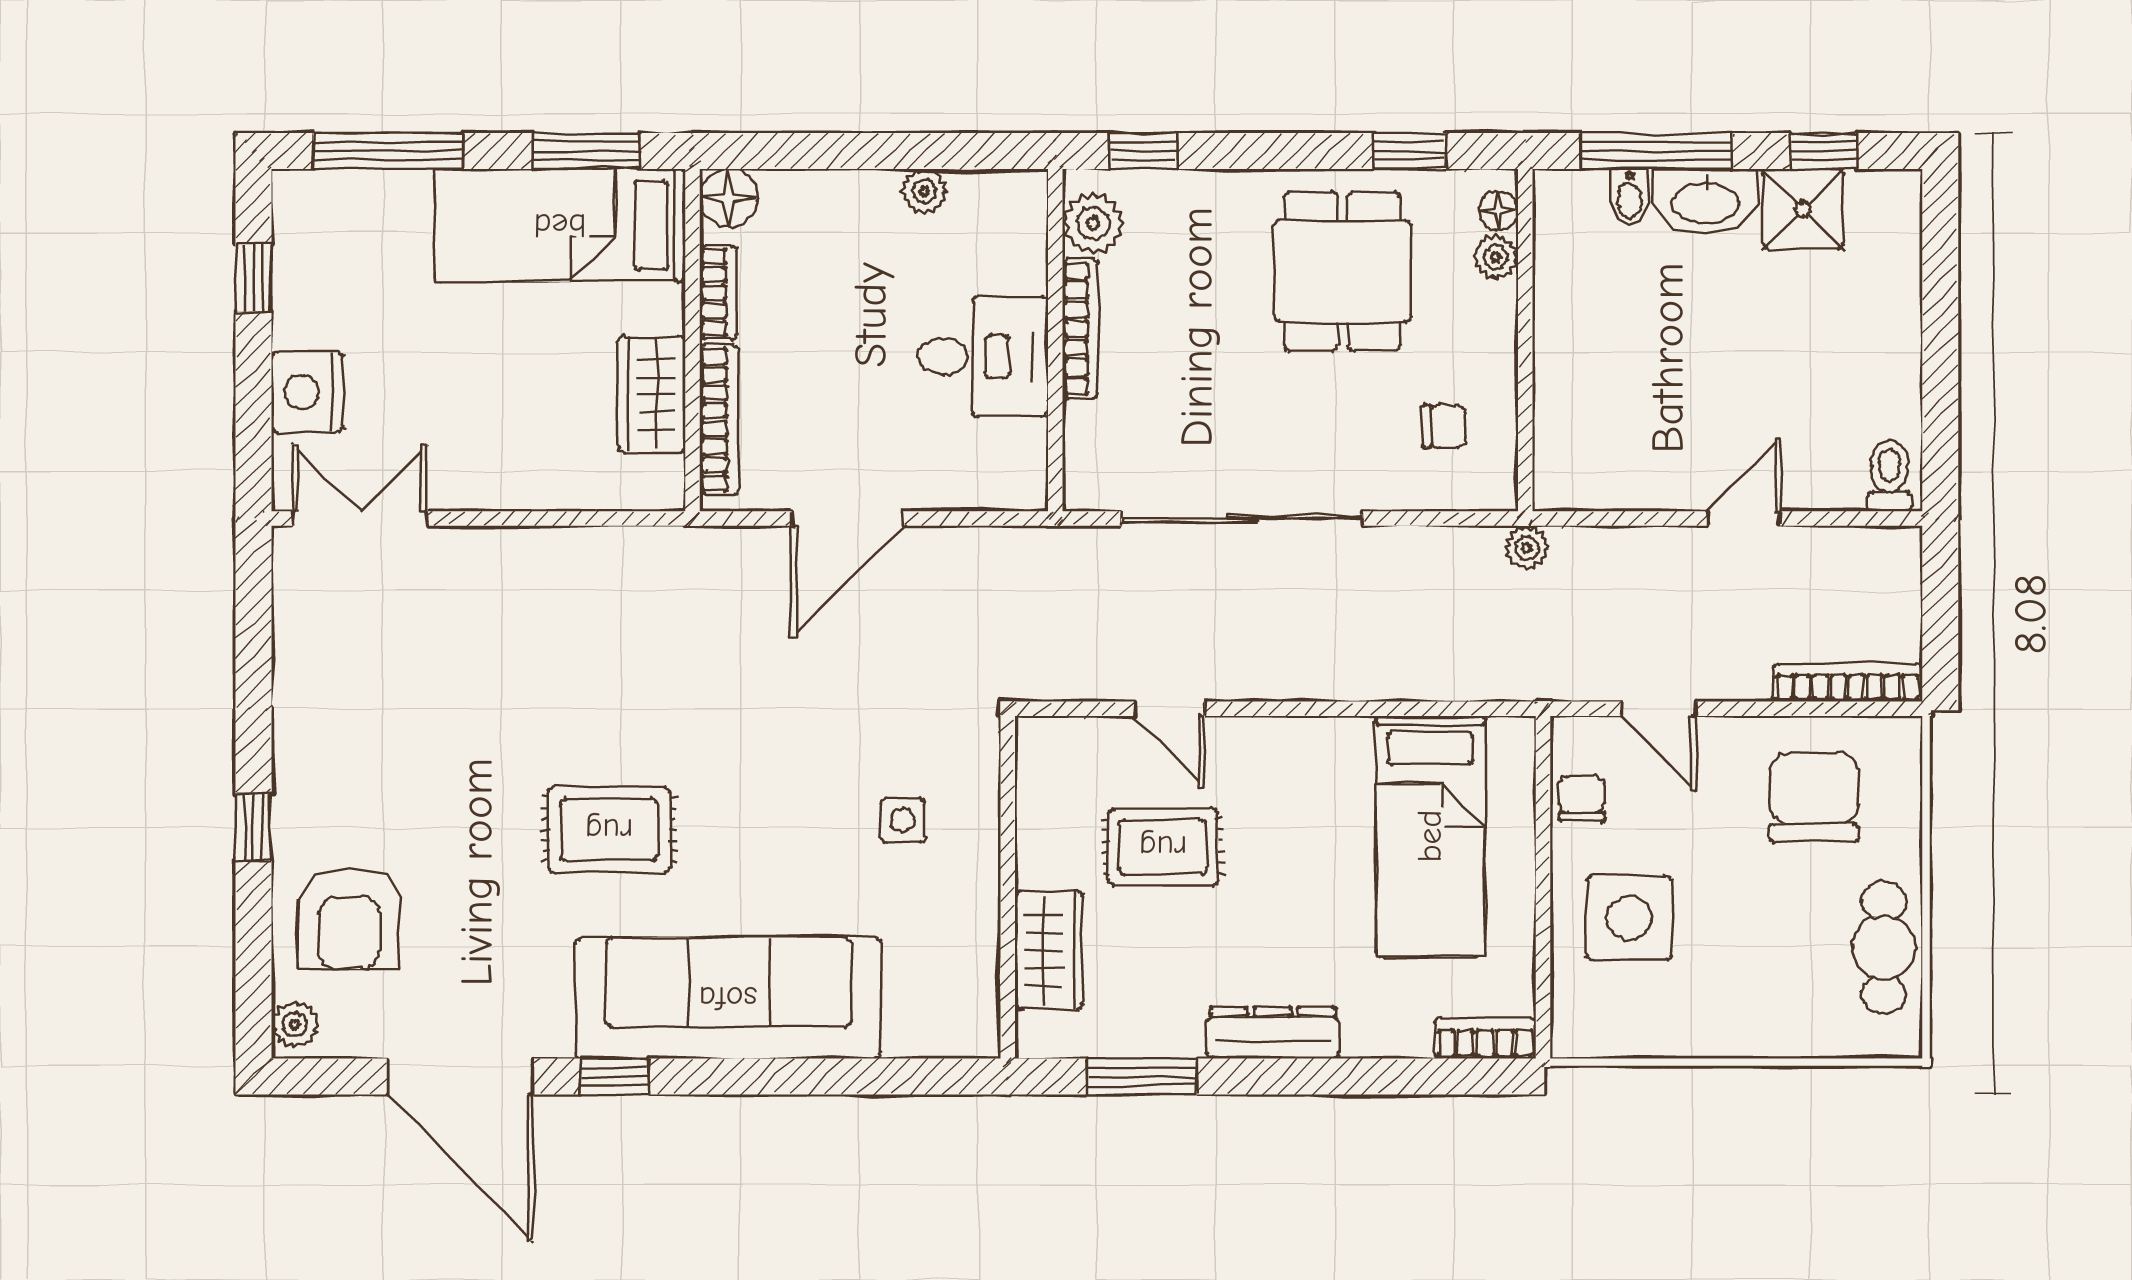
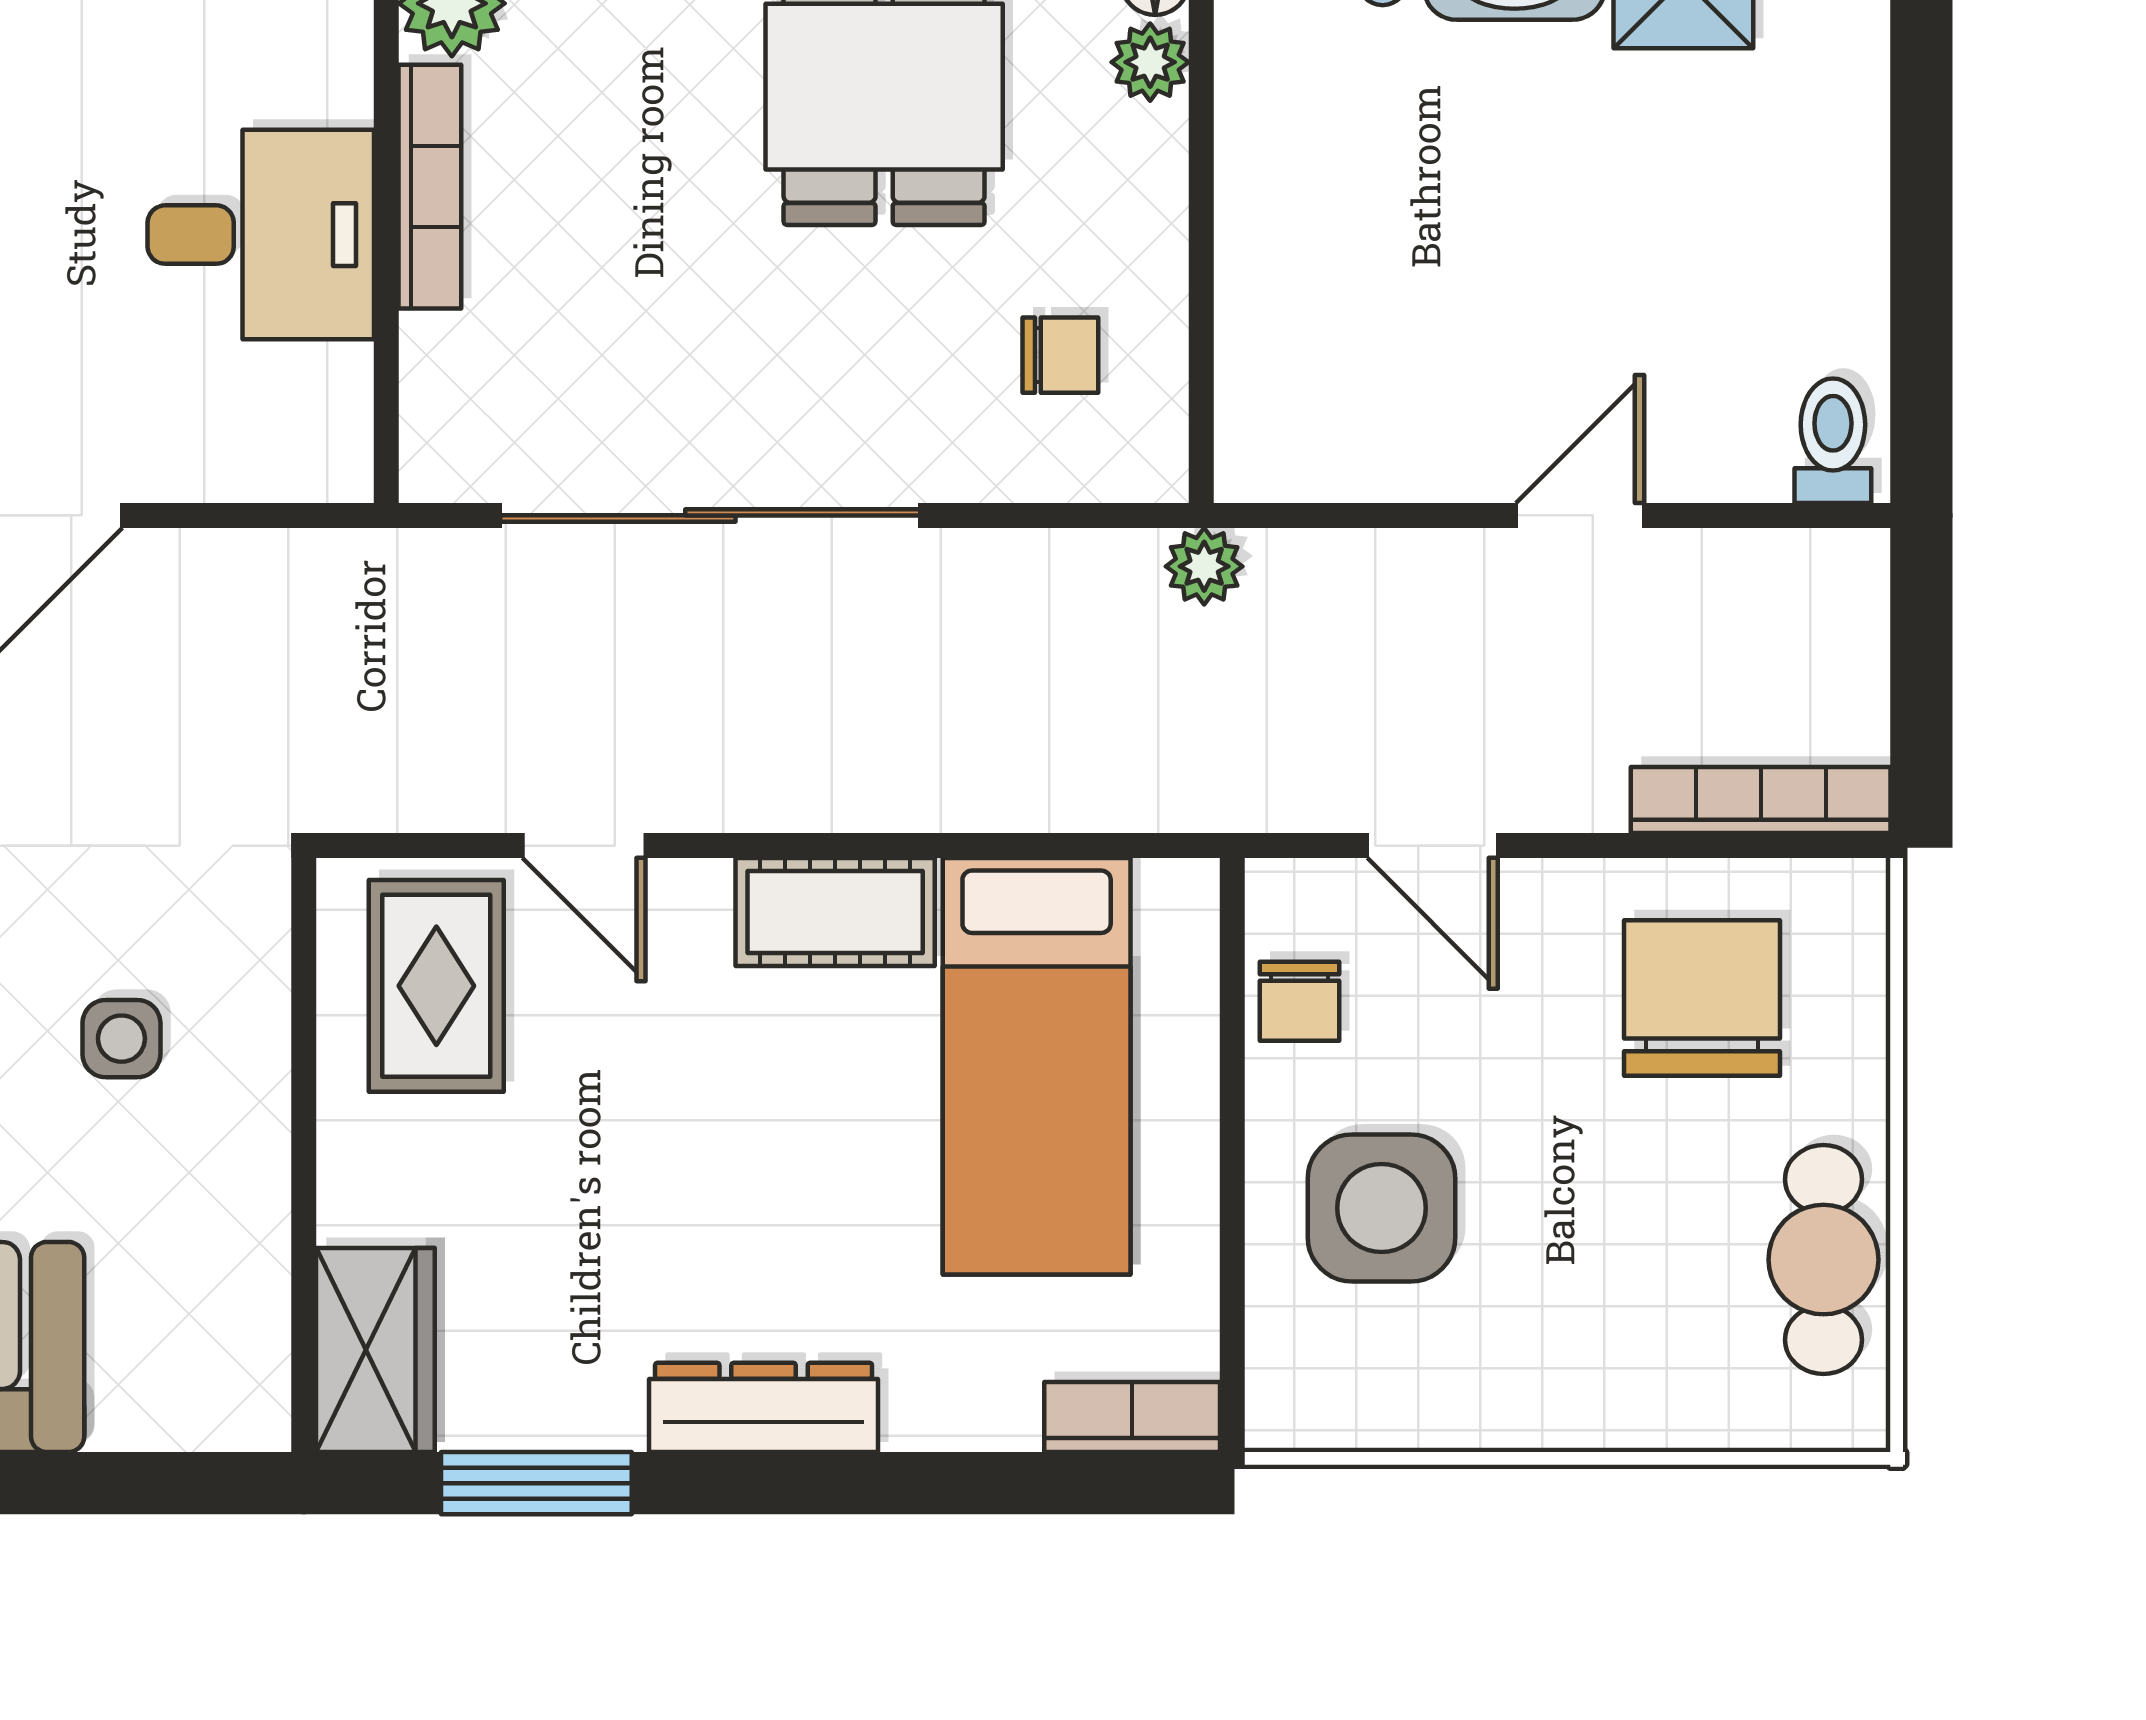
cot: (1314, 747) -> (835, 912), added
chair: (1582, 799) -> (1299, 1001), turned 180
rug: (1163, 847) -> (436, 986), moved, turned 90
wardrobe: (1049, 950) -> (375, 1350), moved

